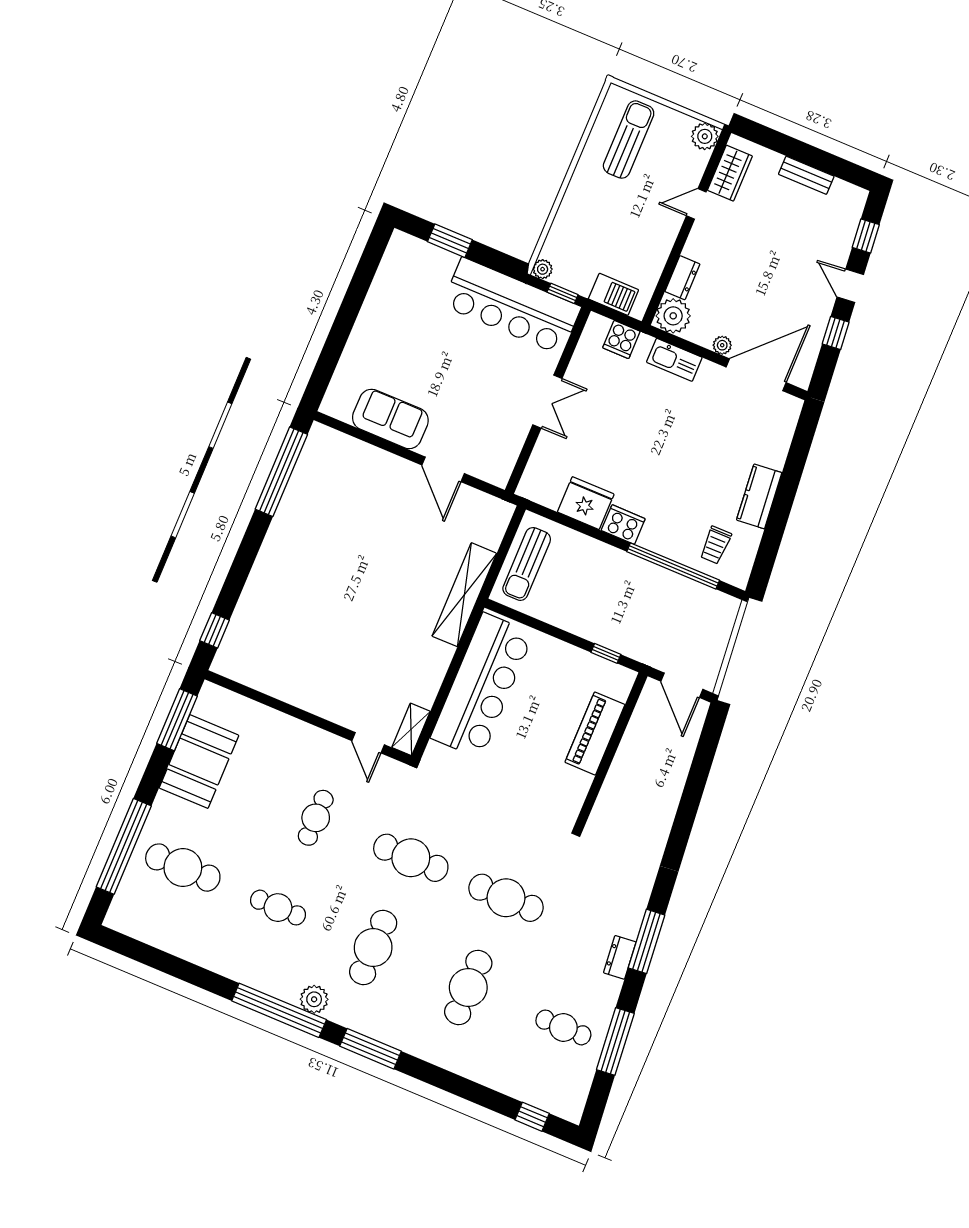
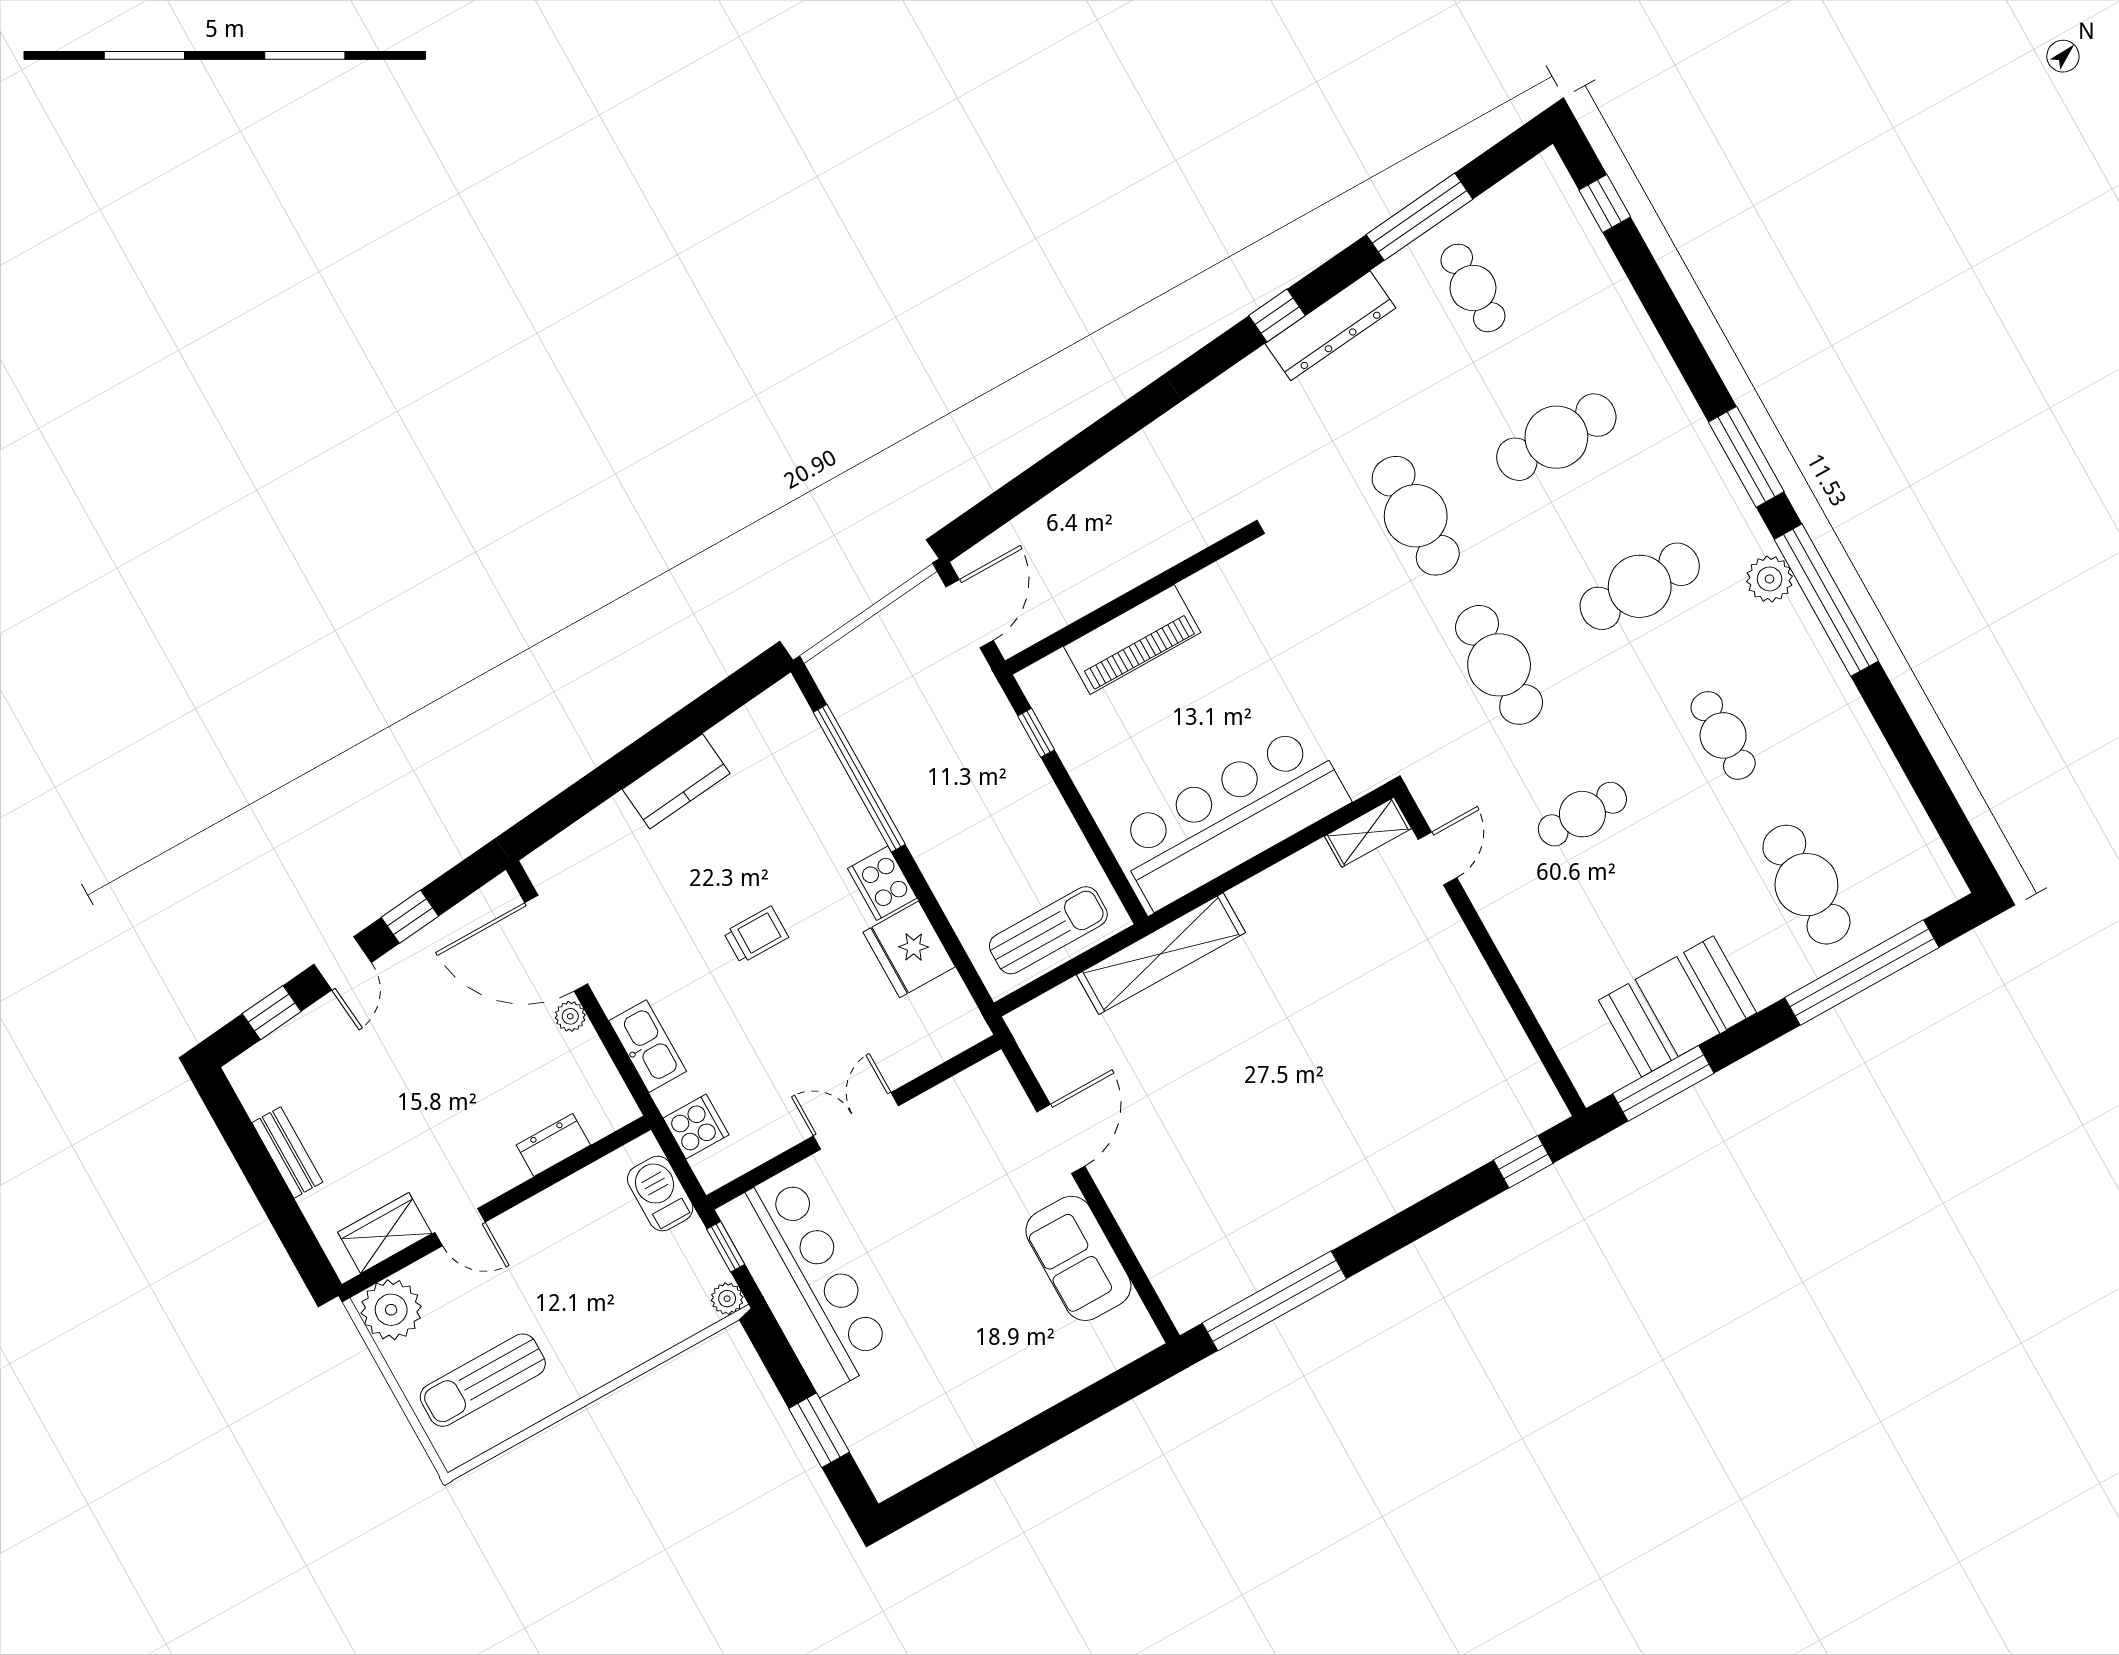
plant: (705, 136) -> (391, 1310), width x1.36, depth x1.36
plant: (673, 316) -> (604, 1105), removed
trolley: (716, 545) -> (756, 935), moved
window: (646, 941) -> (1277, 316), width x0.46
dresser: (620, 957) -> (1330, 326), width x1.96, depth x1.24

